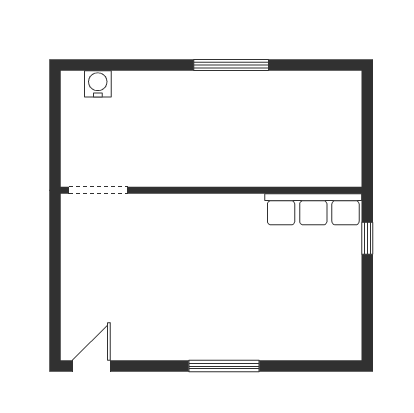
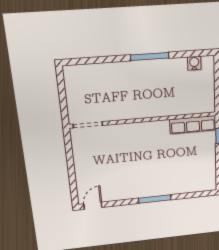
water cooler: (98, 84) -> (194, 63), moved

